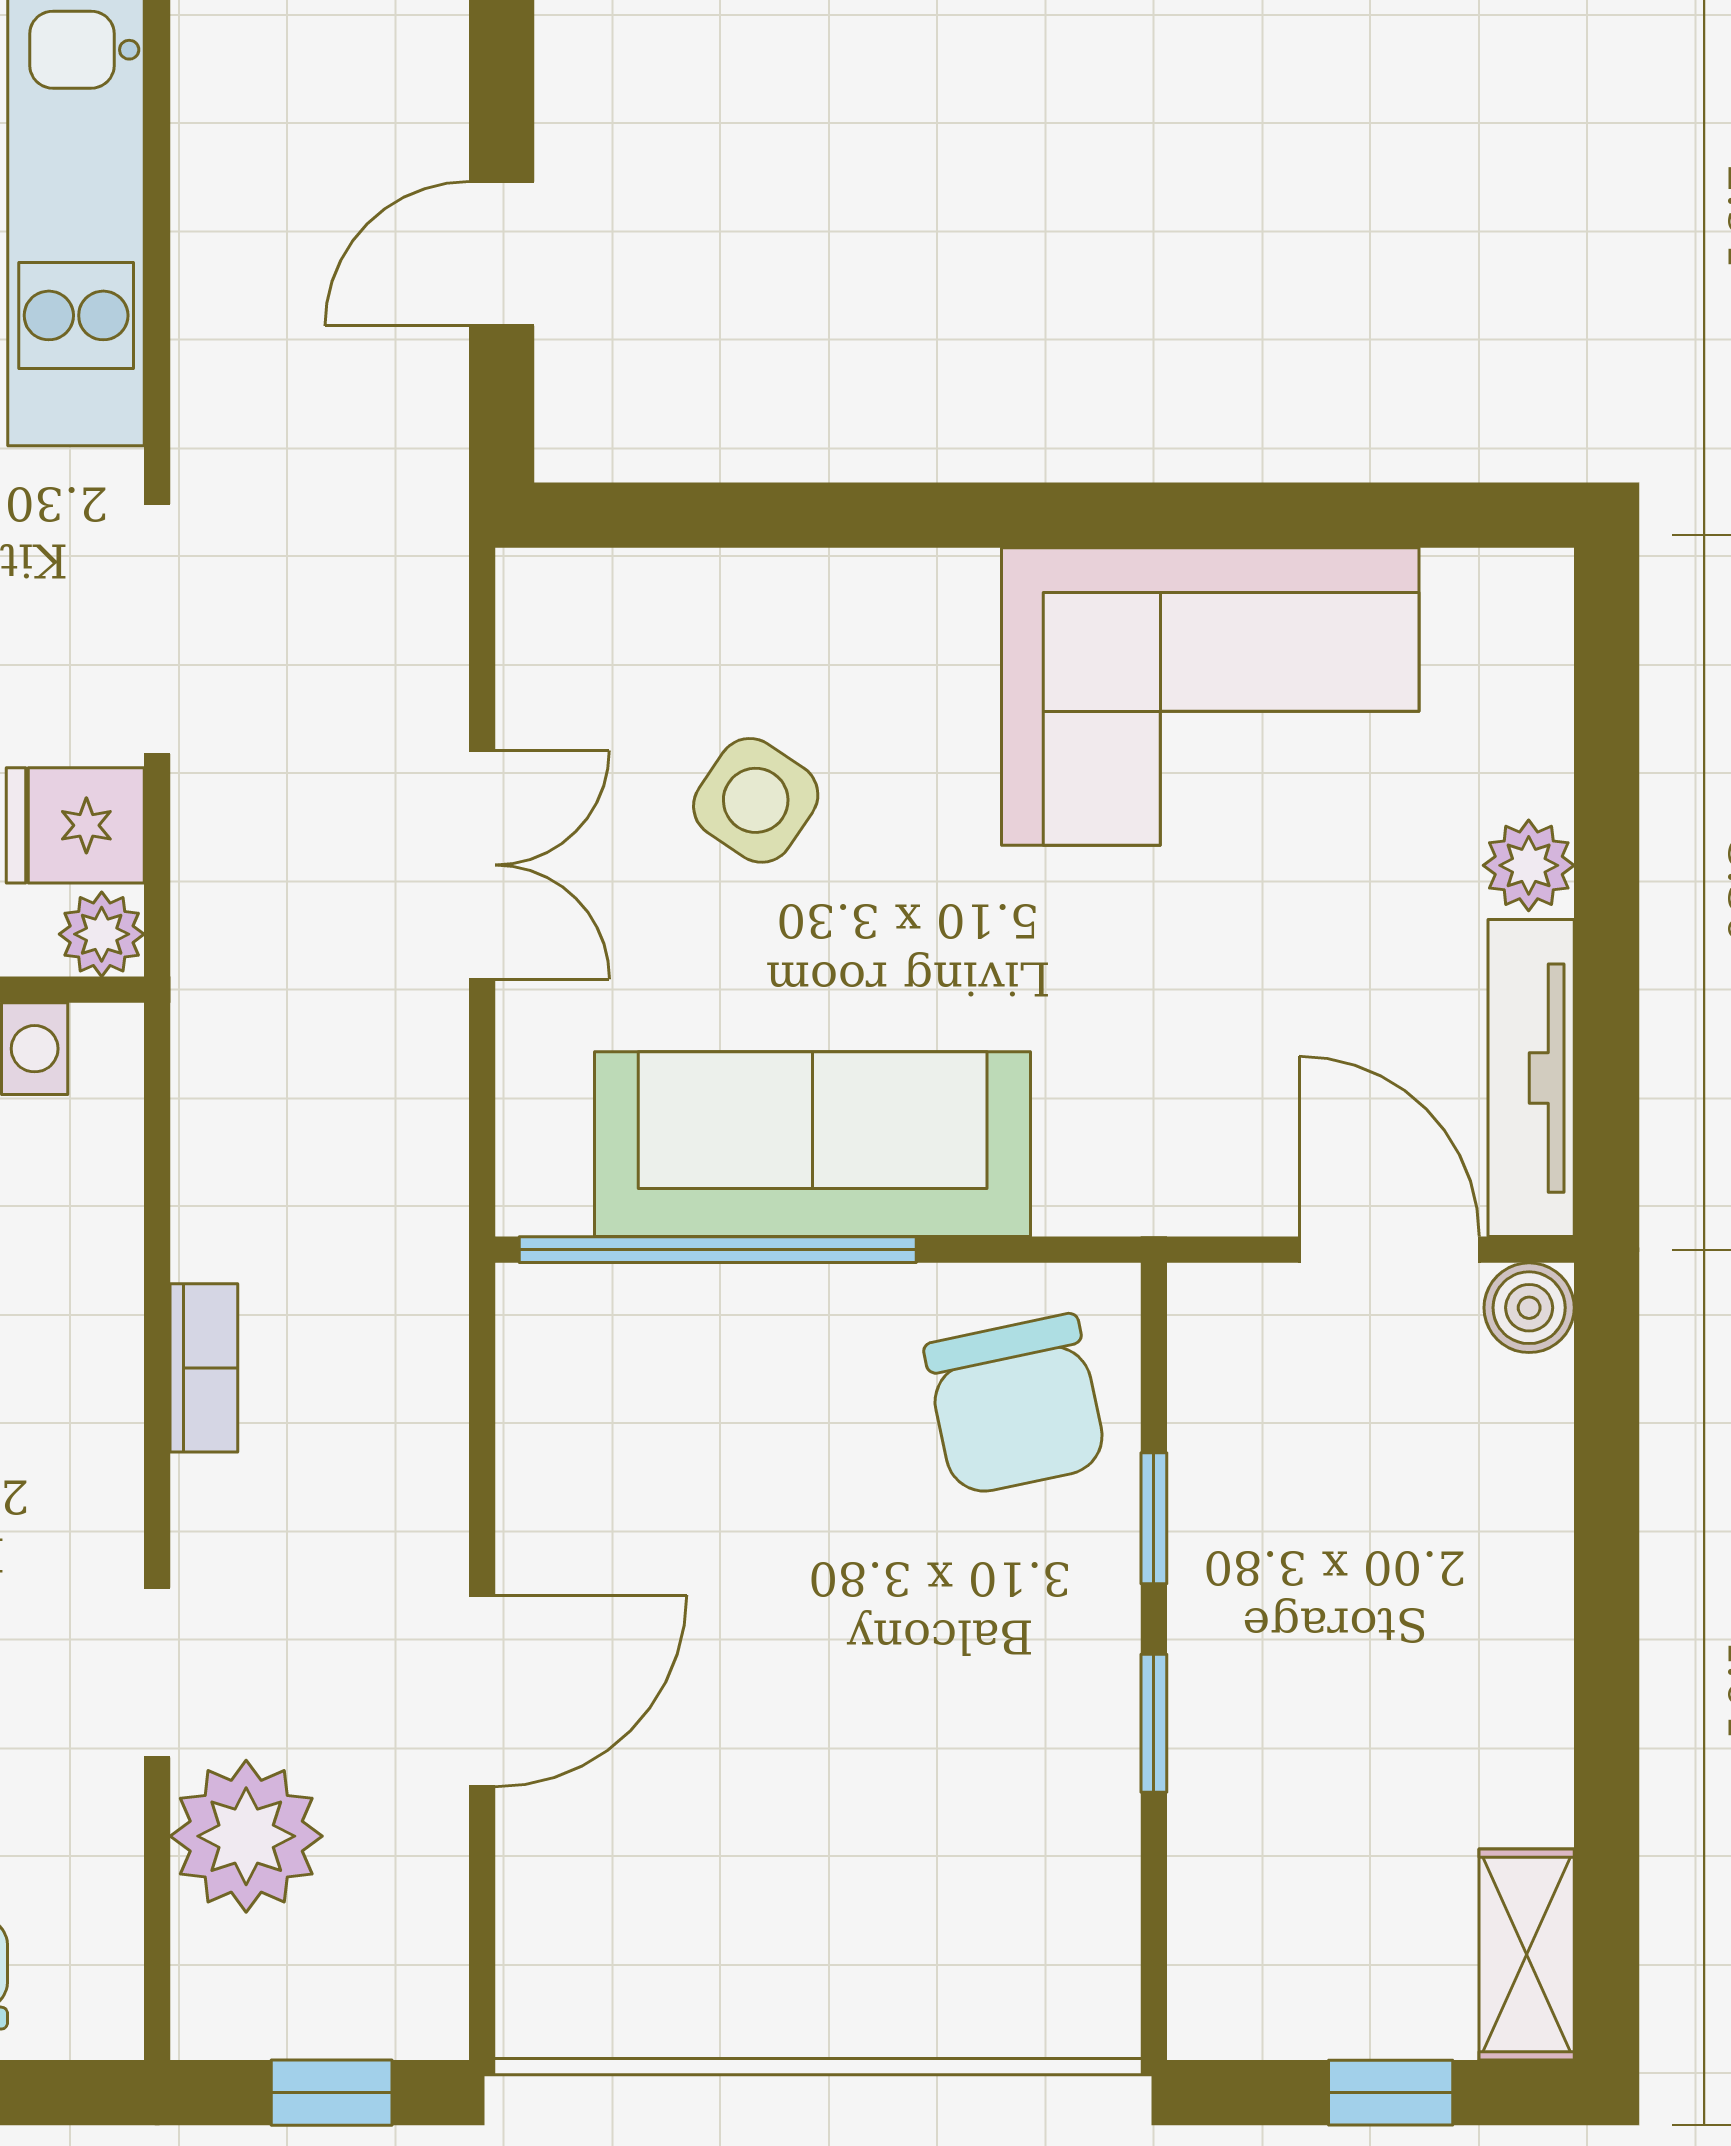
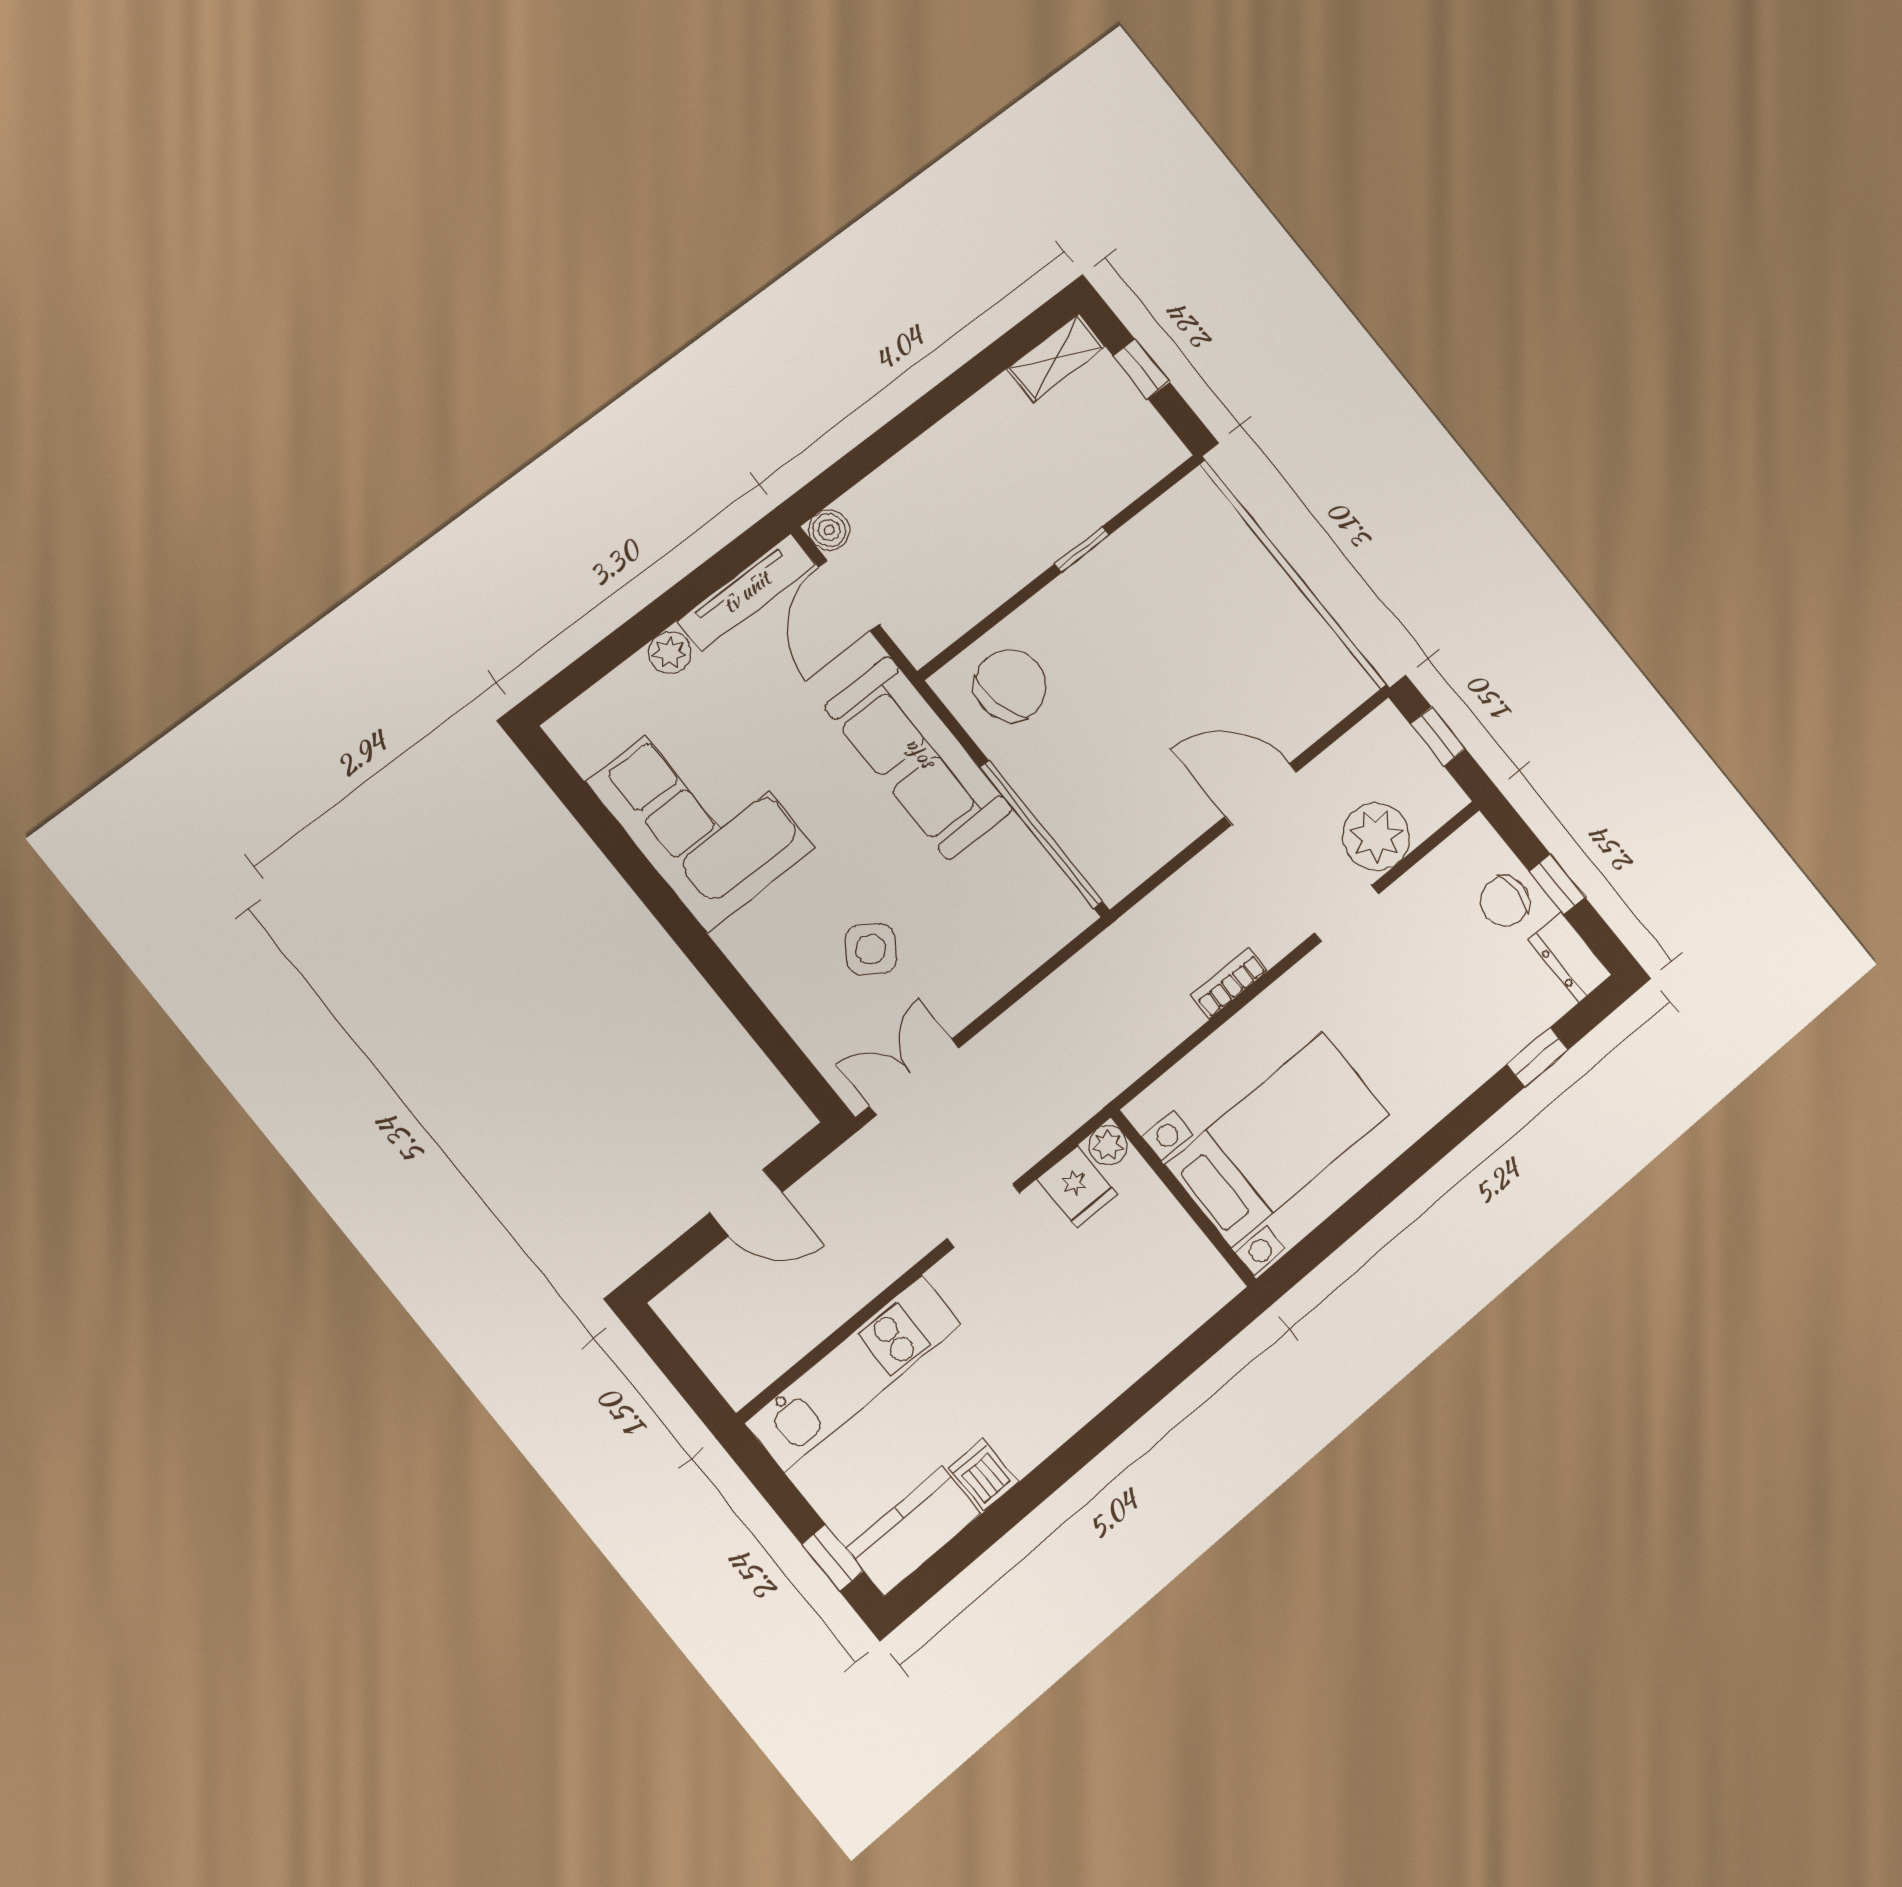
doorway: (157, 629) -> (984, 1215), width x0.73
double door: (482, 865) -> (914, 1077), moved
sofa: (813, 1144) -> (918, 758), moved
window: (1154, 1518) -> (1011, 605), removed

